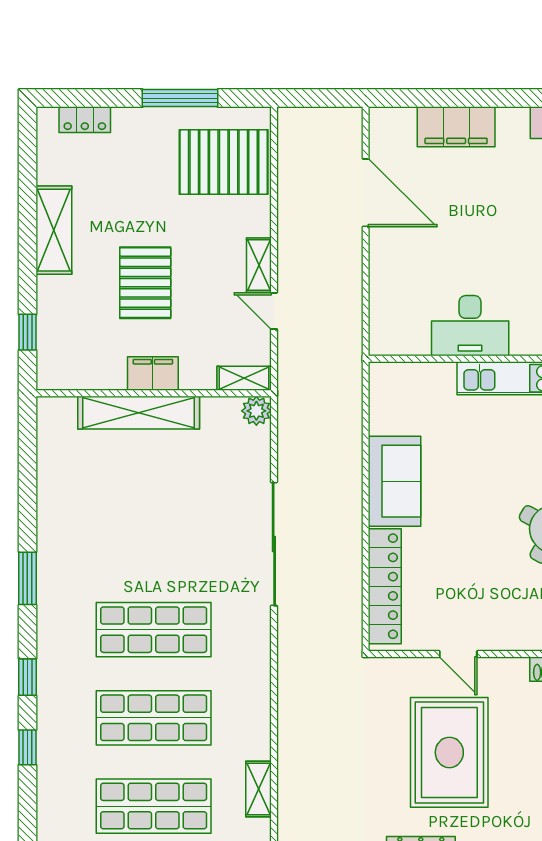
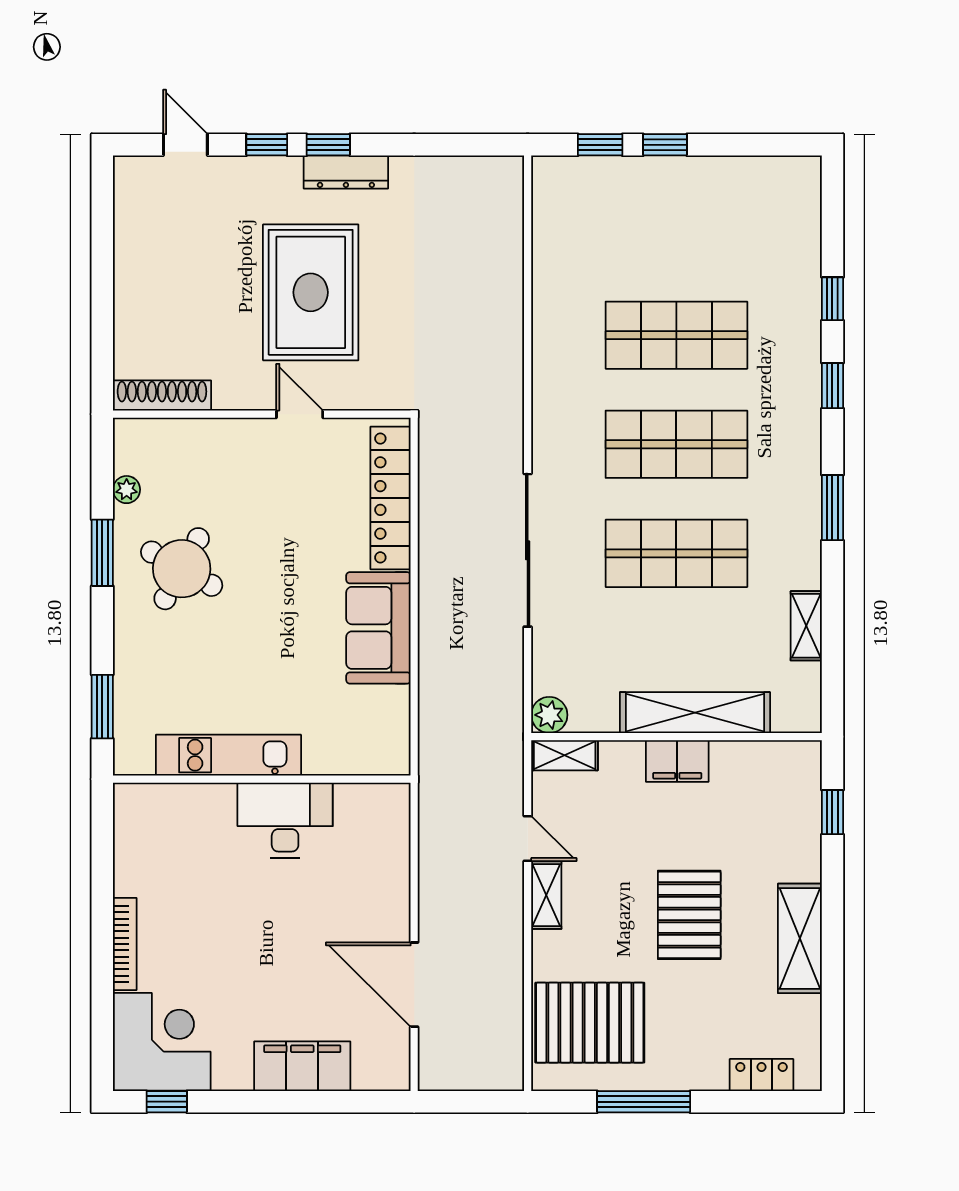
pallet: (145, 283) -> (689, 915), moved
shelving: (258, 789) -> (806, 626), moved
shop shelf: (154, 806) -> (676, 553), moved

